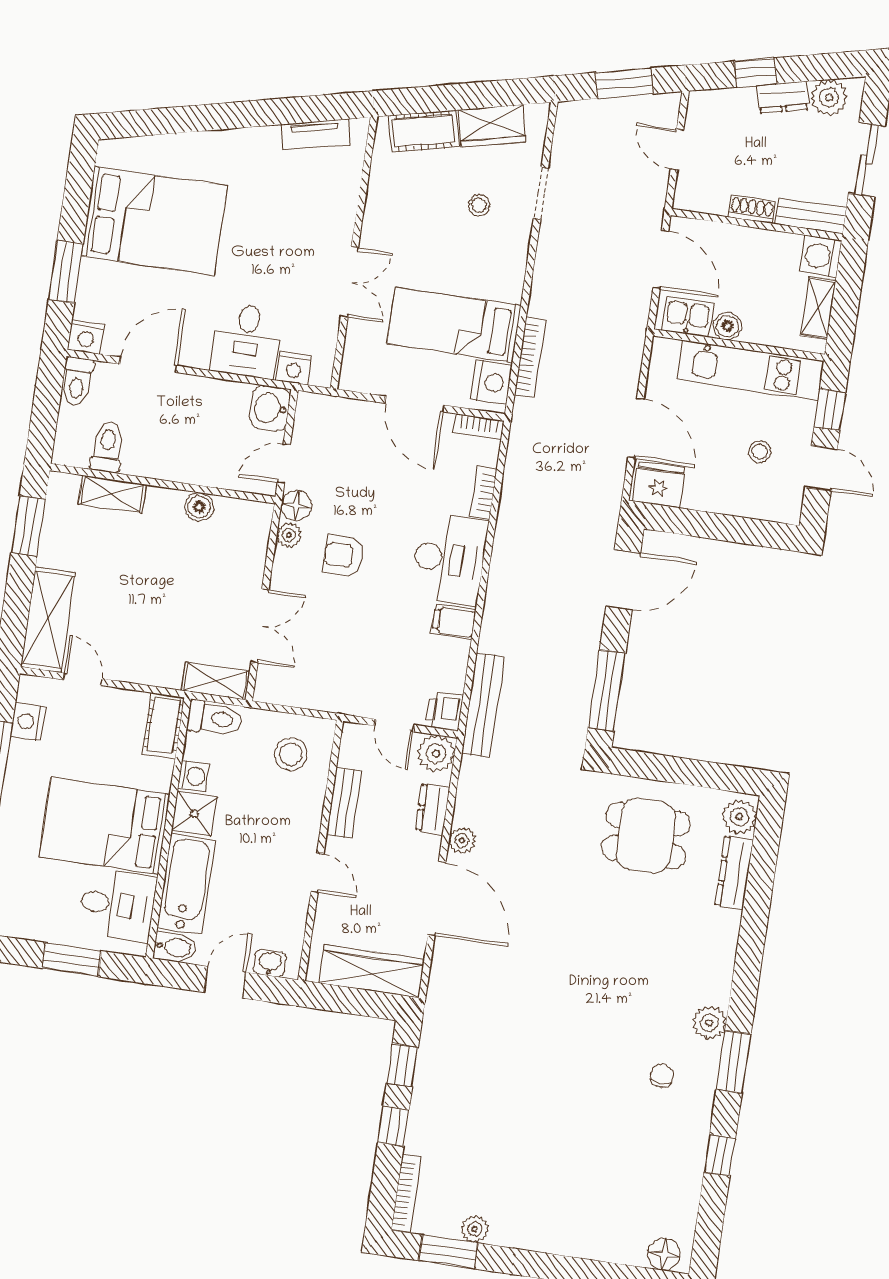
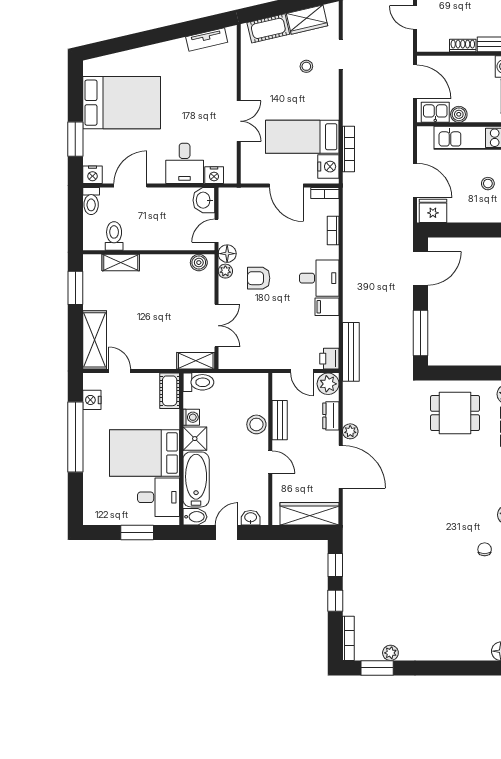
boiler: (199, 507) -> (199, 263), moved
desk: (449, 559) -> (319, 278), width x0.73
stool: (291, 754) -> (256, 424), moved

